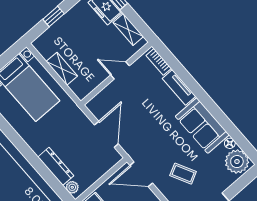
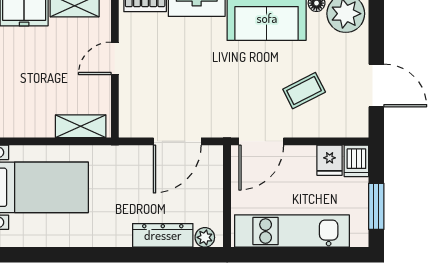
shelving: (62, 69) -> (81, 126), moved
door: (106, 134) -> (177, 141), swing flipped

